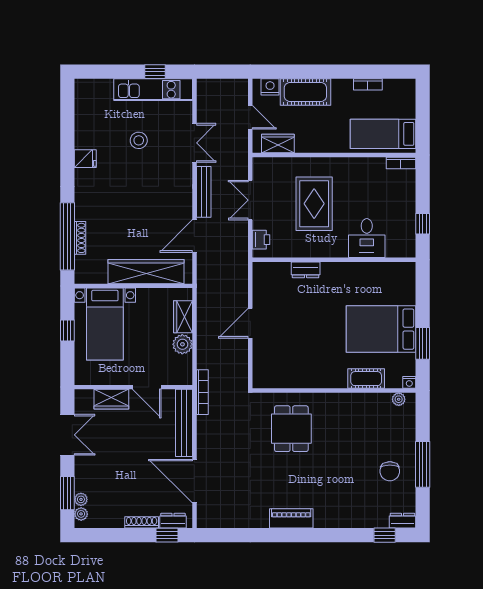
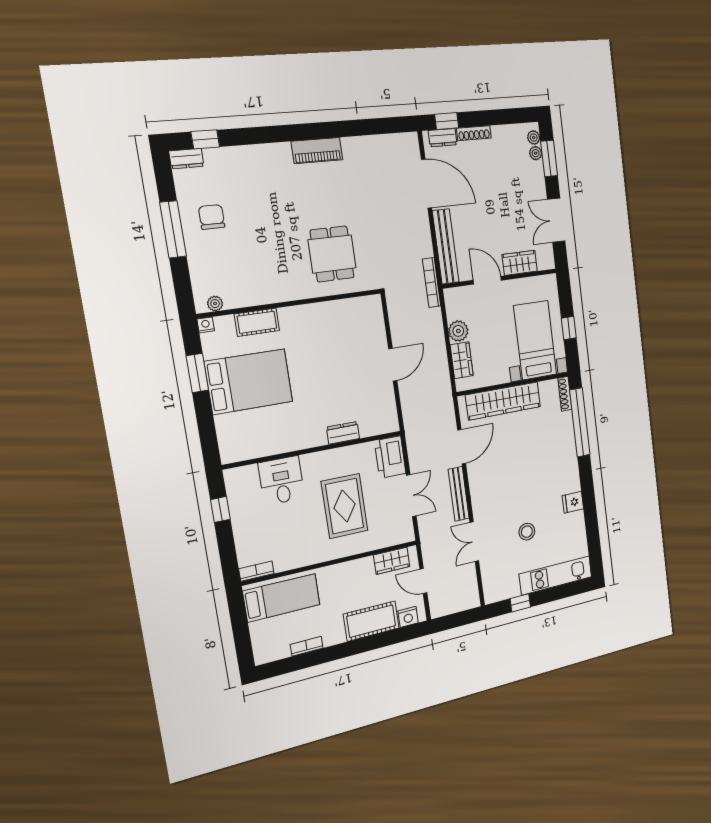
kitchen unit: (153, 90) -> (556, 575), moved
shoe rack: (80, 238) -> (565, 394), moved
printer: (261, 240) -> (390, 457), width x1.87, depth x1.48

